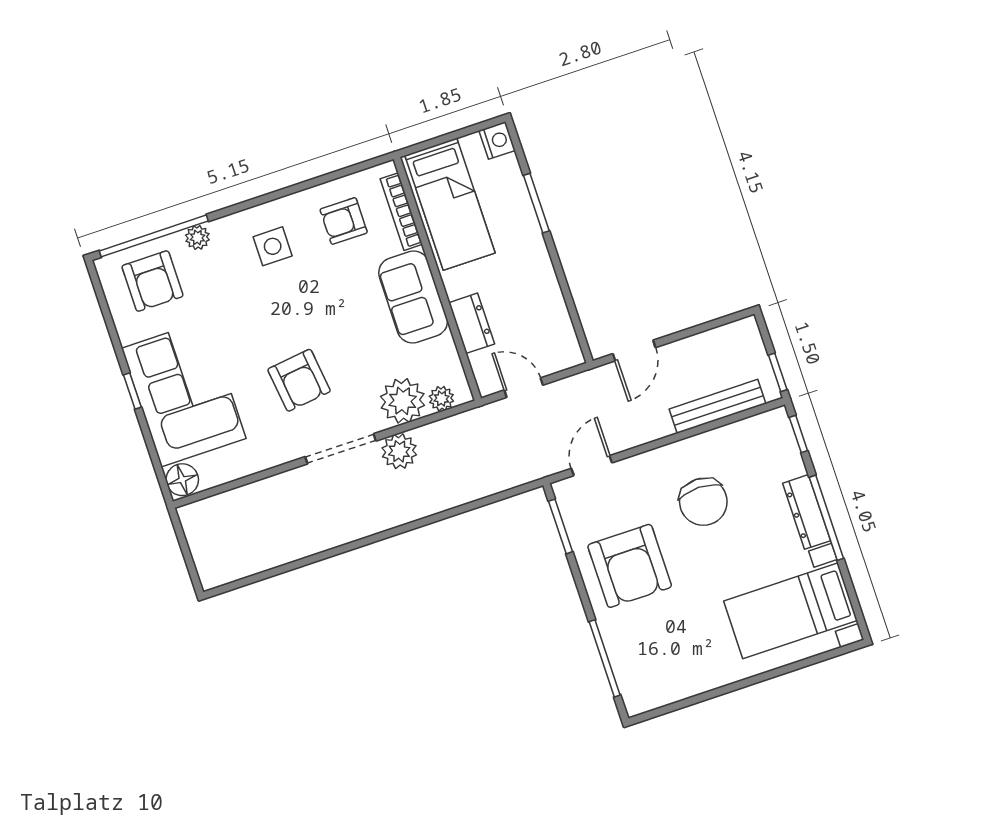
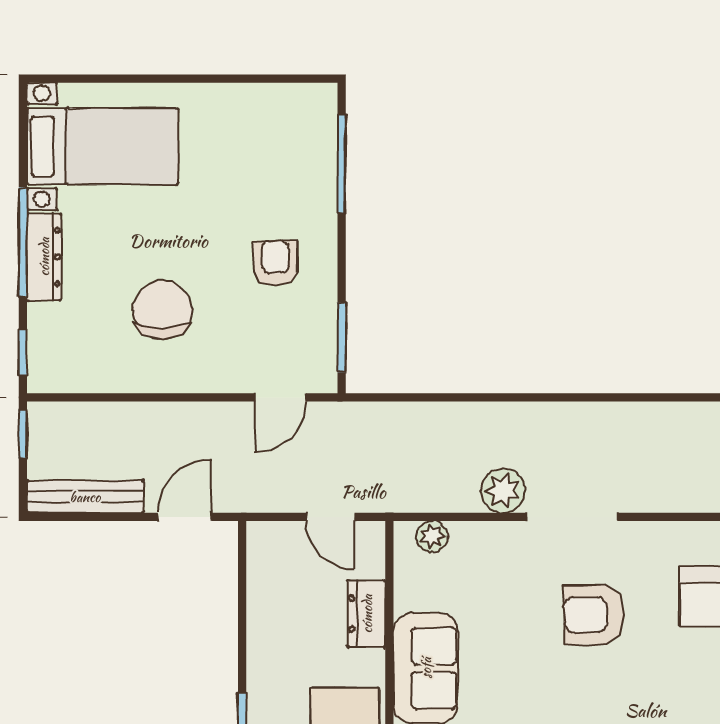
armchair: (299, 380) -> (594, 615), turned -84
plant: (403, 401) -> (479, 549), removed
bench: (717, 406) -> (85, 497), moved
armchair: (630, 566) -> (275, 263), width x0.53, depth x0.53

